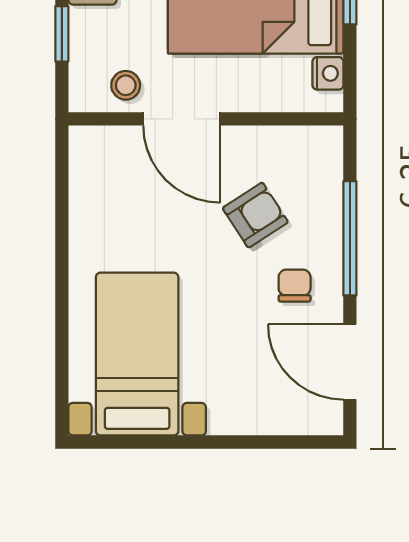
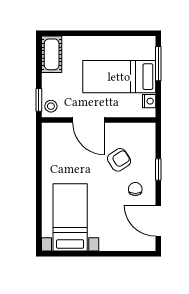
window: (62, 34) -> (39, 100), moved
stool: (126, 85) -> (51, 106), moved
window: (350, 238) -> (158, 169), width x0.46

